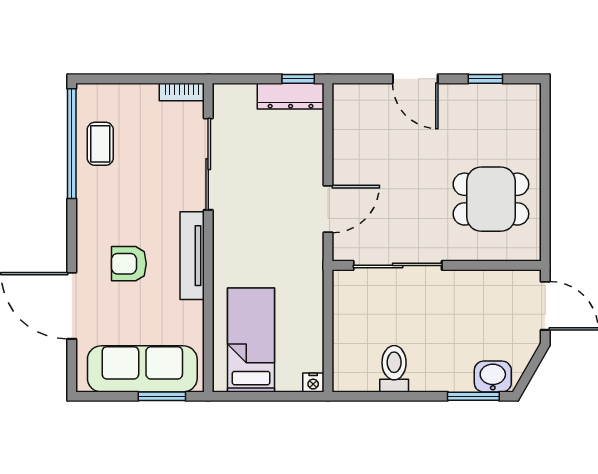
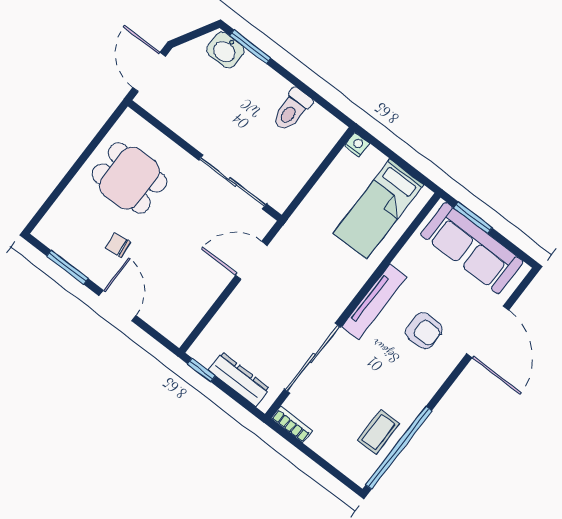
window: (485, 79) -> (67, 267), width x1.50
dresser: (291, 96) -> (239, 379), moved
chair: (456, 132) -> (118, 245), added

